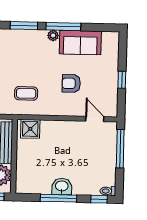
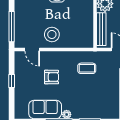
shower: (30, 129) -> (83, 40), removed
stool: (69, 137) -> (52, 34), added

